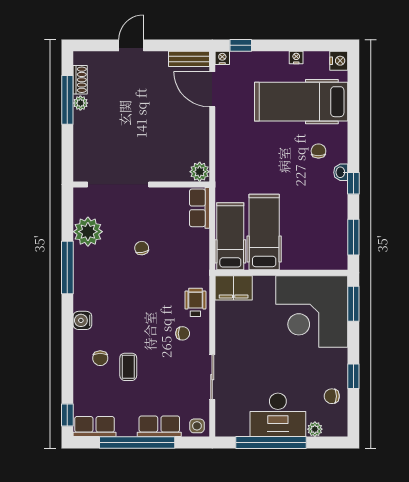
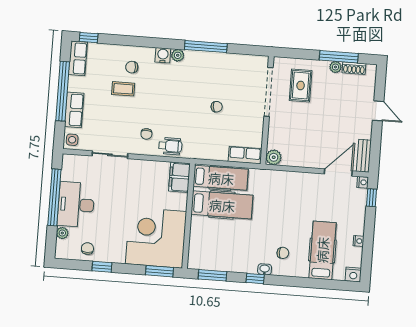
hospital bed: (301, 102) -> (322, 250), width x0.73, depth x0.78
rug: (107, 145) -> (301, 85), added
plant: (88, 232) -> (178, 55), moved, width x0.53, depth x0.53

